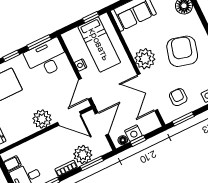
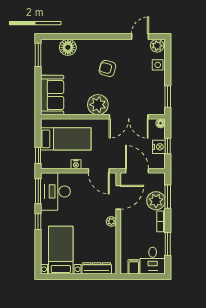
window: (91, 17) -> (38, 155), moved
armchair: (182, 51) -> (107, 68), width x0.53, depth x0.53
armchair: (178, 97) -> (146, 92), removed
plant: (42, 119) -> (111, 221), width x0.53, depth x0.53
floor lamp: (123, 140) -> (161, 123), moved

